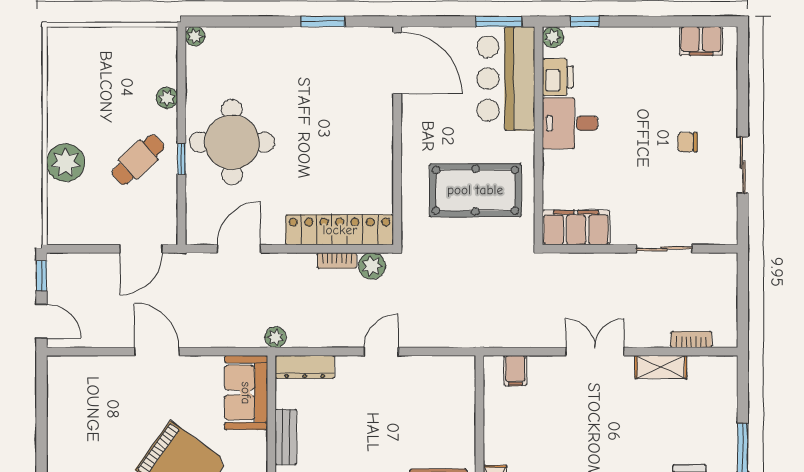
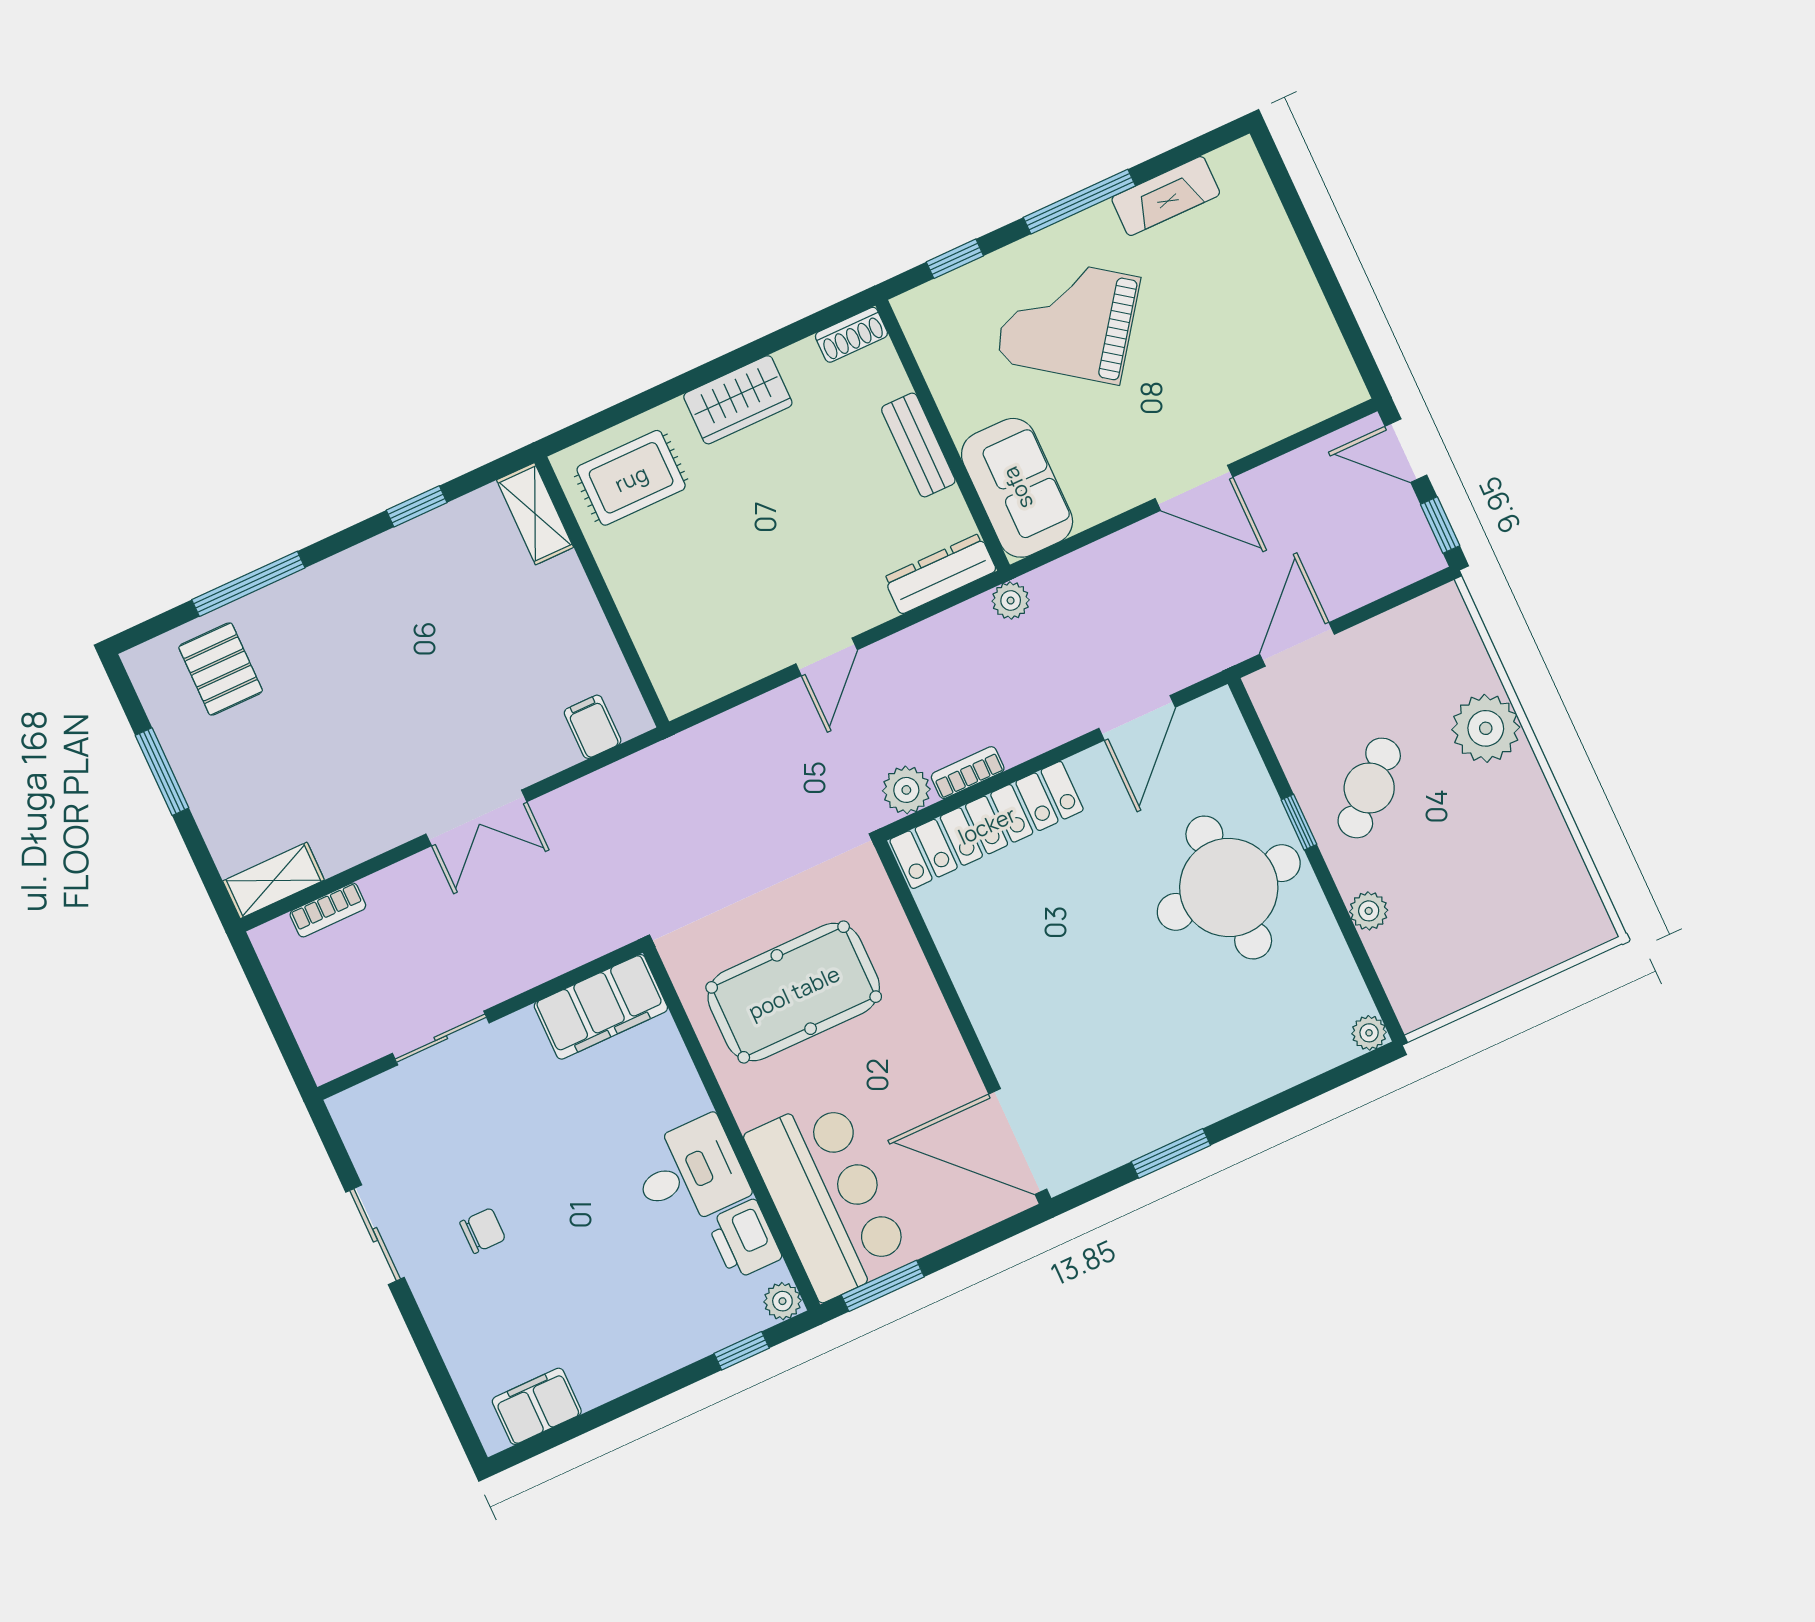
shelving: (661, 367) -> (274, 880), moved

